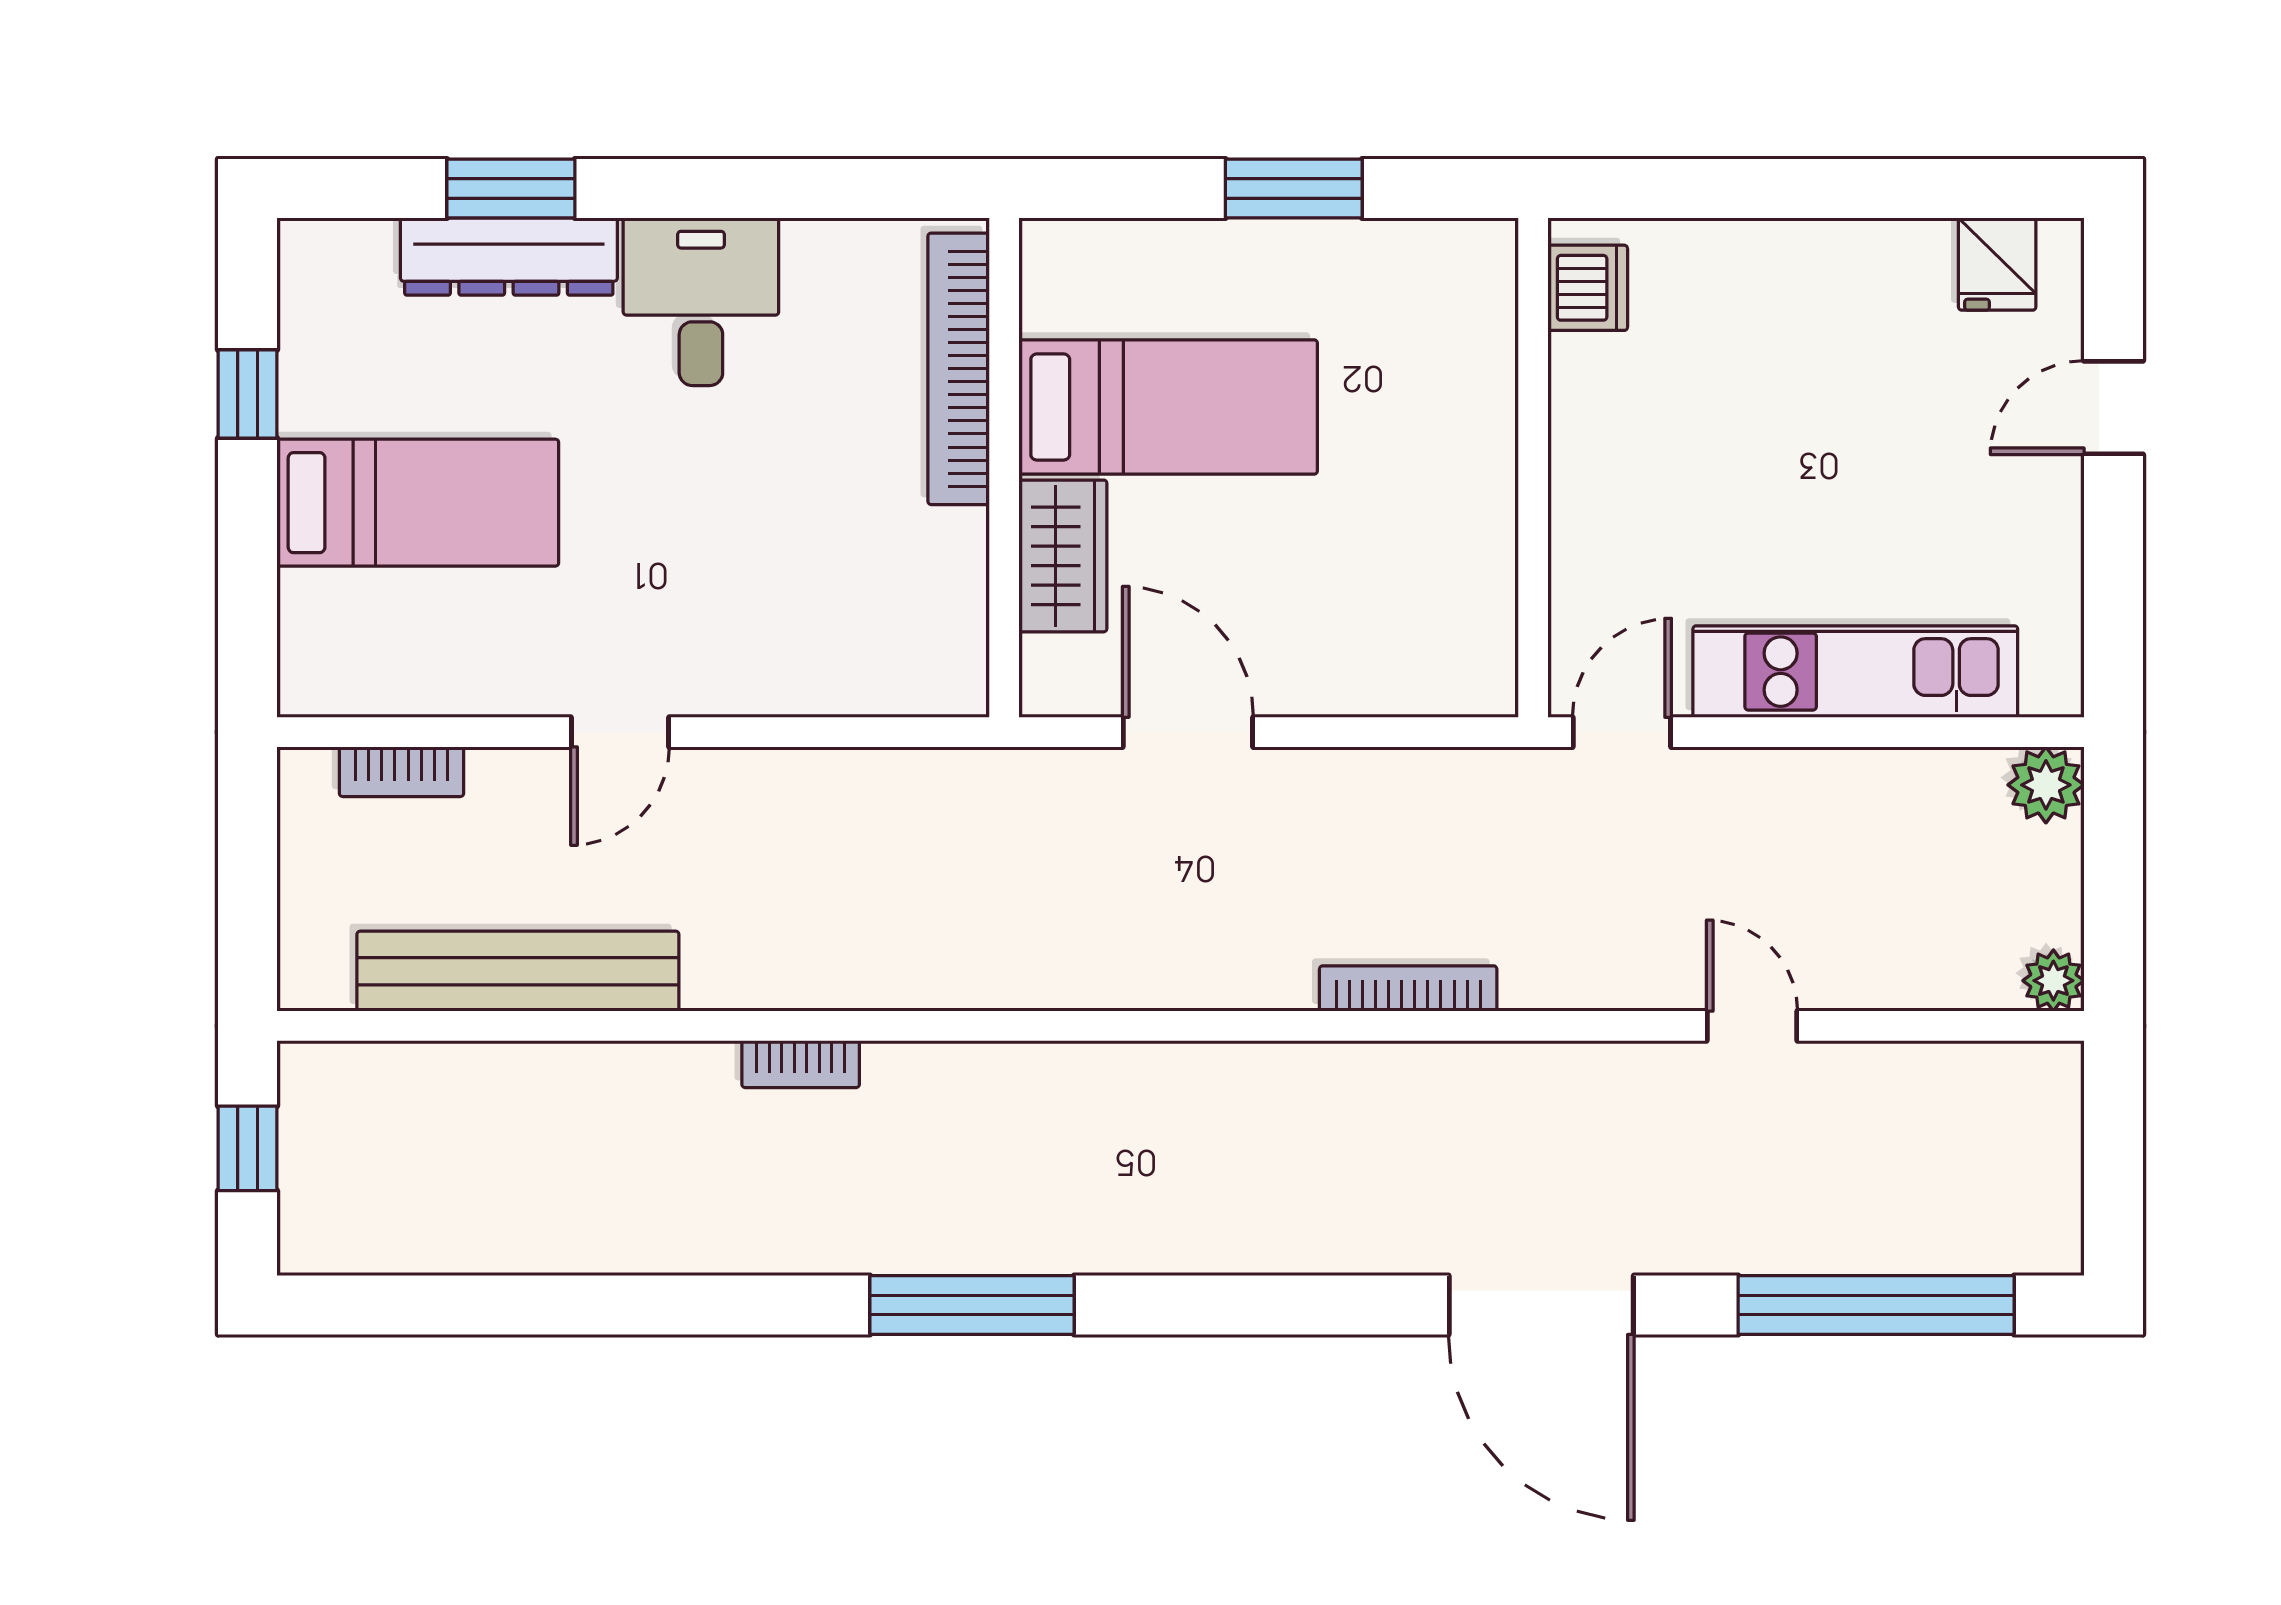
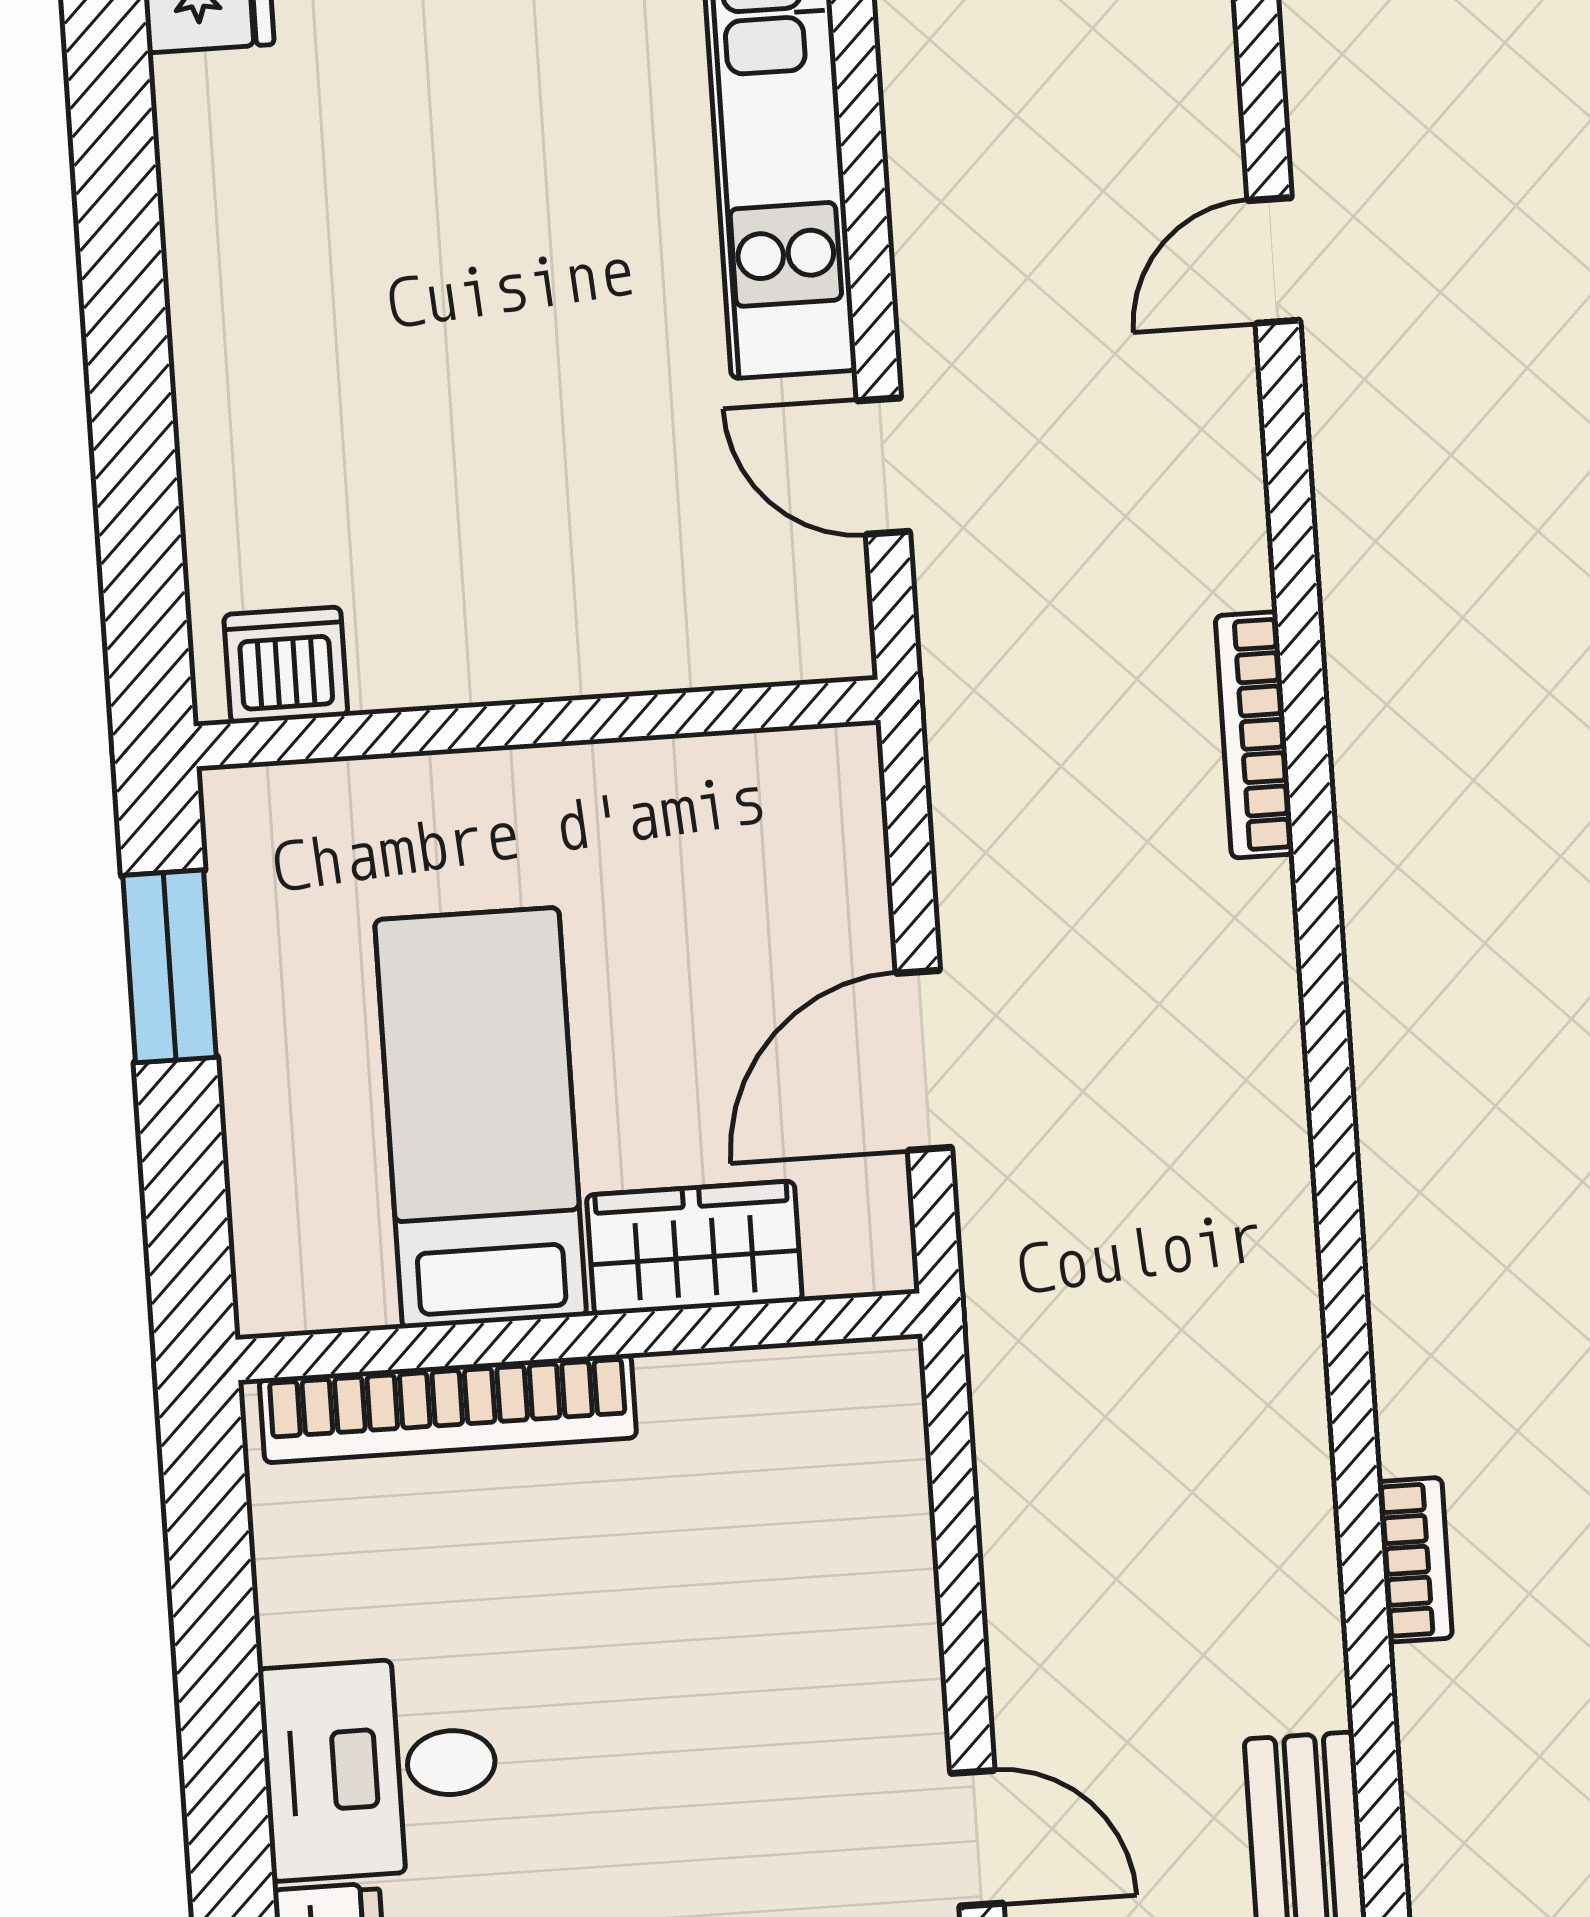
dishwasher: (1588, 288) -> (286, 665), moved
wall: (1533, 468) -> (537, 723), moved

